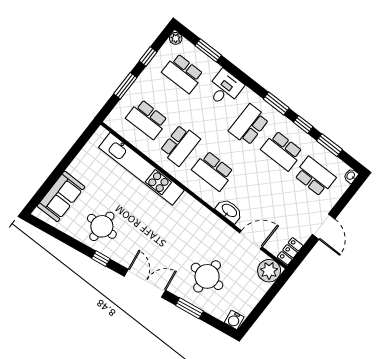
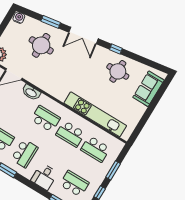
school desk: (147, 119) -> (95, 149), turned 180
school desk: (180, 145) -> (70, 134), turned -90

